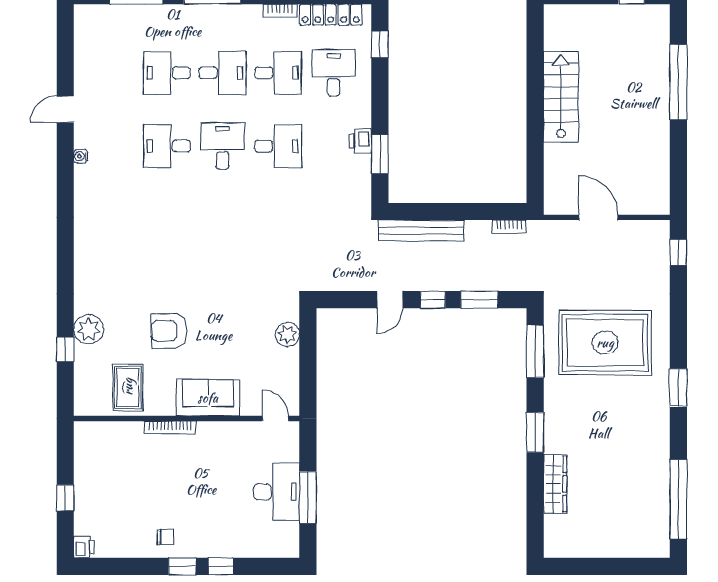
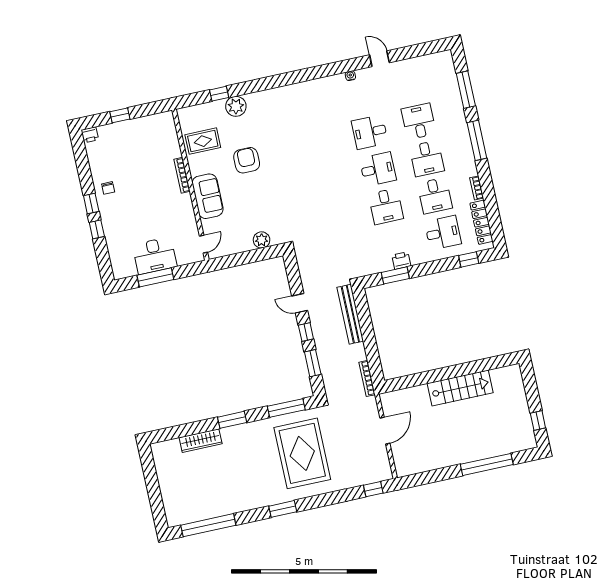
desk: (167, 146) -> (370, 132), turned -90
bookcase: (509, 227) -> (367, 378), width x1.56

